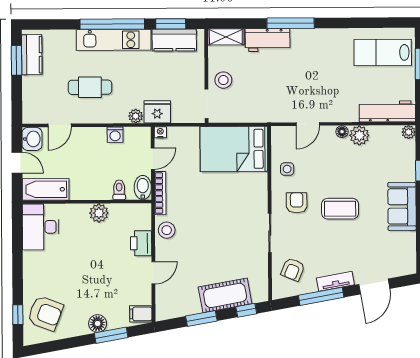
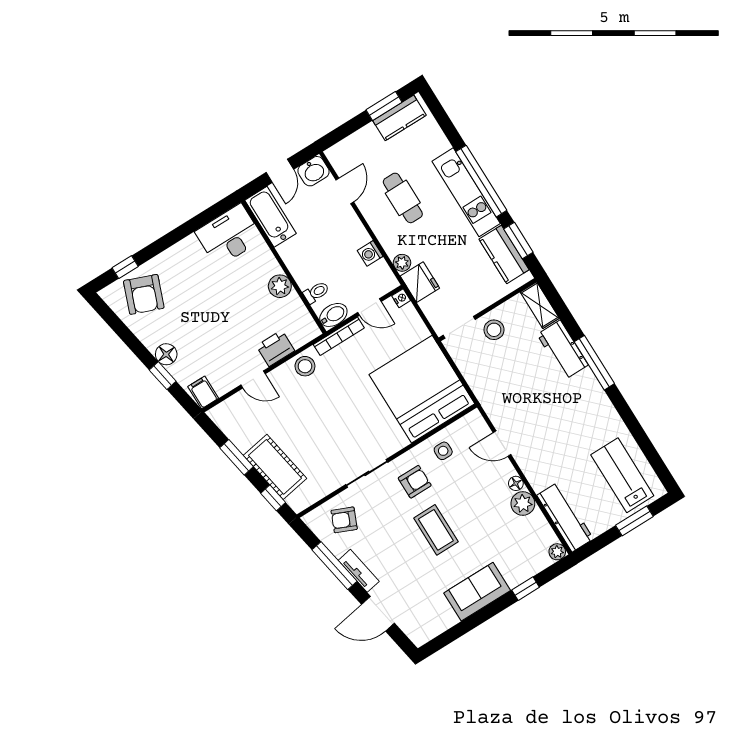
door: (60, 125) -> (345, 191), swing flipped
bed: (234, 149) -> (422, 389), width x1.36
window: (111, 335) -> (163, 376), width x0.67

